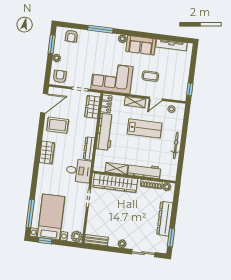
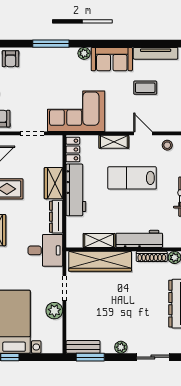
coffee table: (150, 76) -> (145, 88), moved
door: (156, 99) -> (143, 133), swing flipped
wardrobe: (92, 107) -> (53, 183), moved
lab bench: (144, 128) -> (132, 178), turned 180
plant: (77, 236) -> (54, 311), moved
window: (100, 248) -> (90, 357), added

